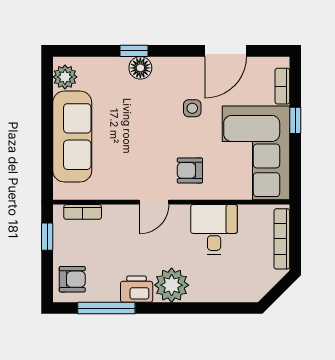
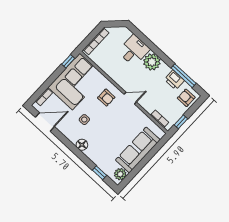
window: (134, 51) -> (99, 173), moved
door: (226, 51) -> (45, 122), moved
floor lamp: (140, 68) -> (82, 145), moved
window: (295, 120) -> (68, 61), moved
desk: (214, 229) -> (134, 50), moved, turned 180
printer: (137, 289) -> (174, 80), moved

